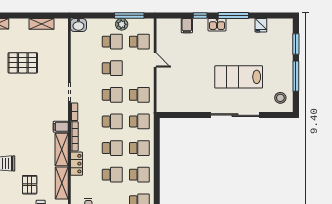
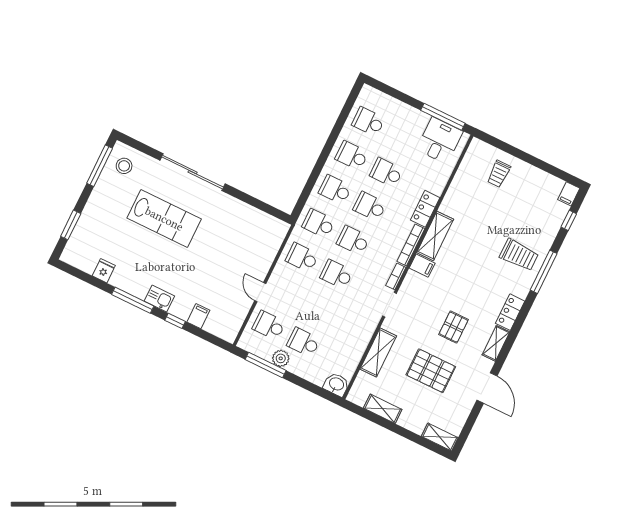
school desk: (112, 68) -> (320, 308), removed
window: (296, 76) -> (100, 166), moved
shelving: (62, 183) -> (378, 353), moved
pallet: (30, 185) -> (454, 327), moved

